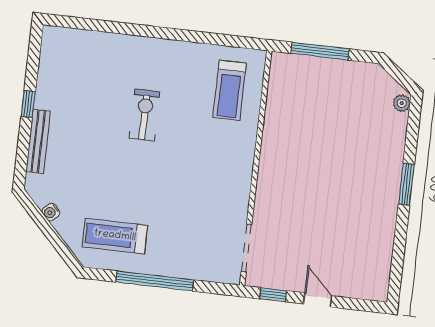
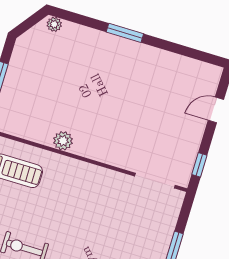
plant: (273, 137) -> (63, 141), added
door: (318, 300) -> (216, 110), moved

